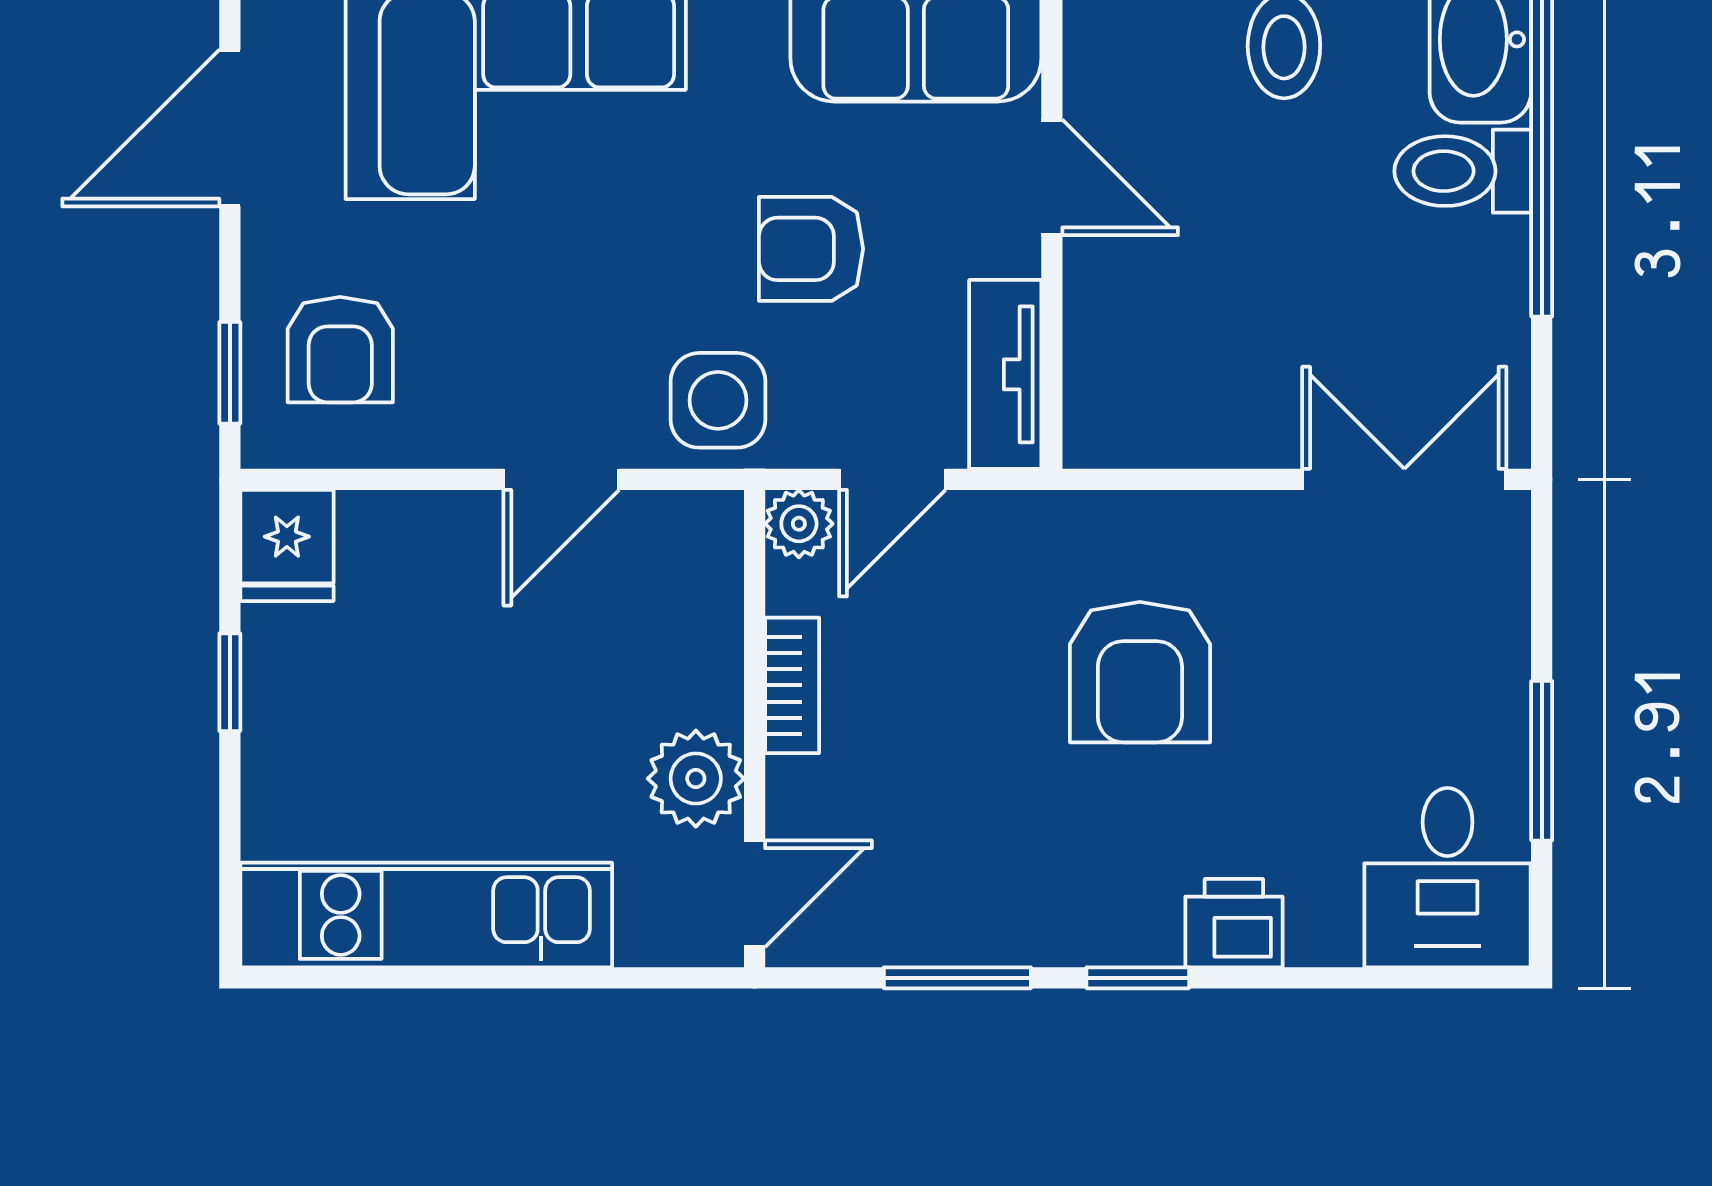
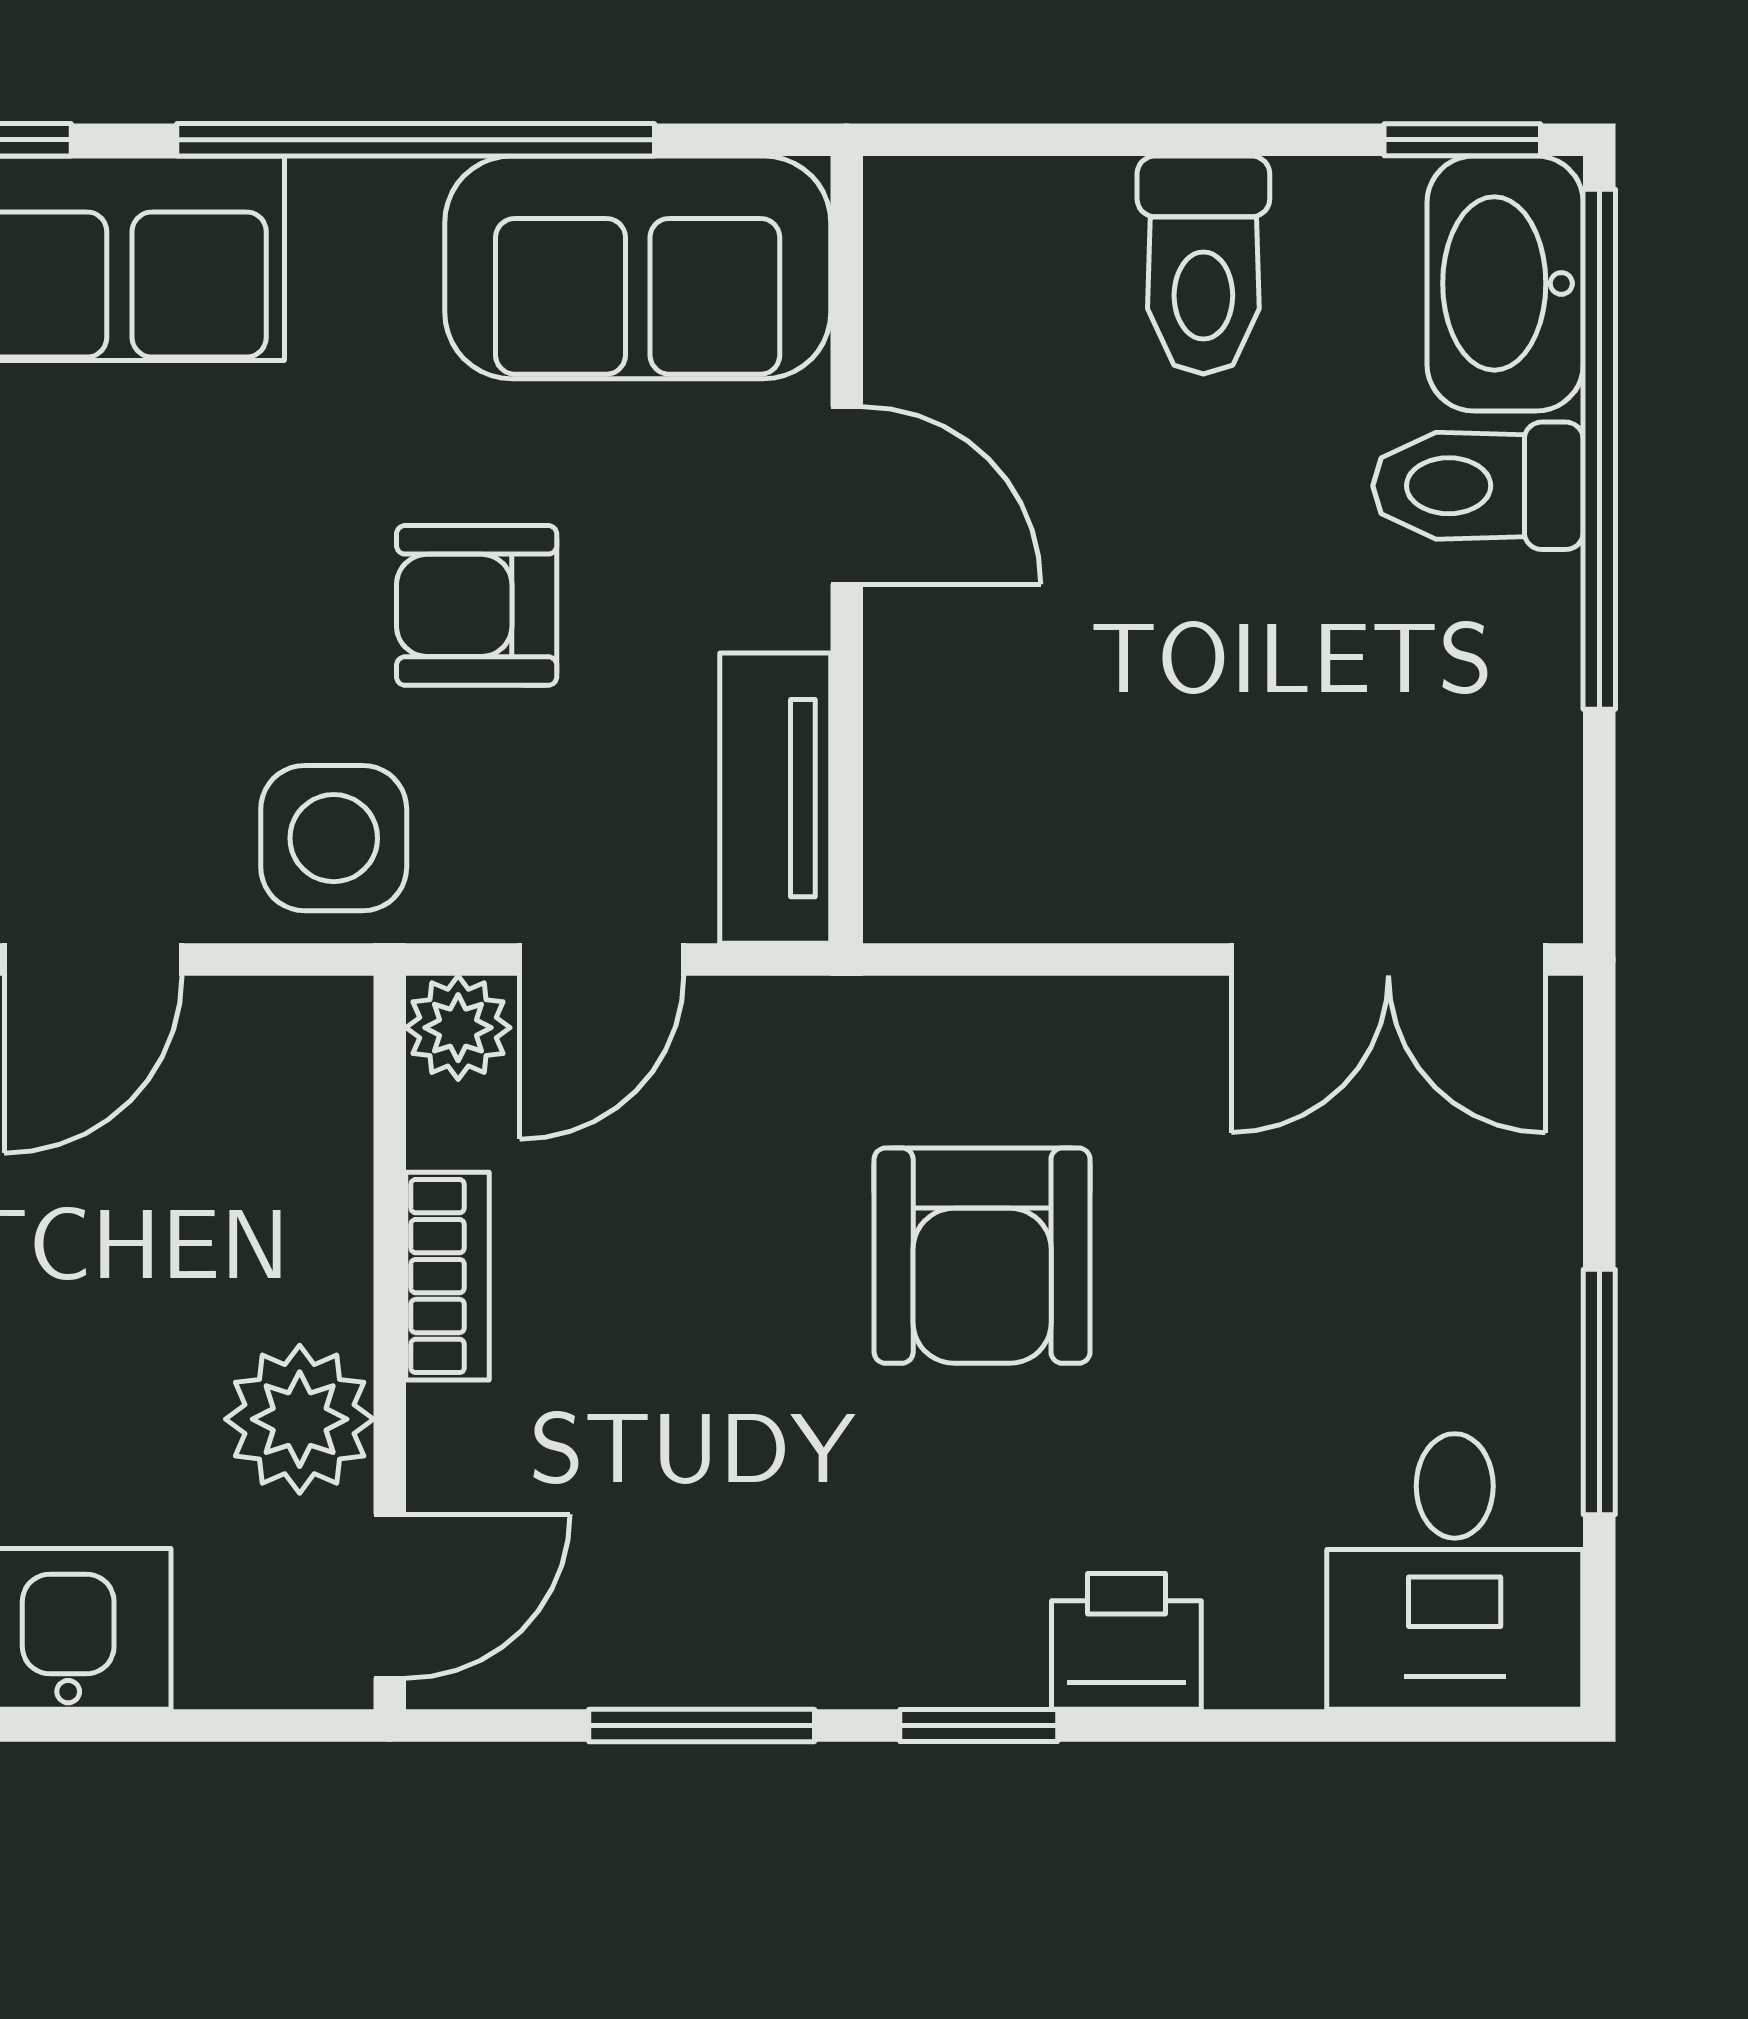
double door: (1404, 479) -> (1388, 959), swing flipped

